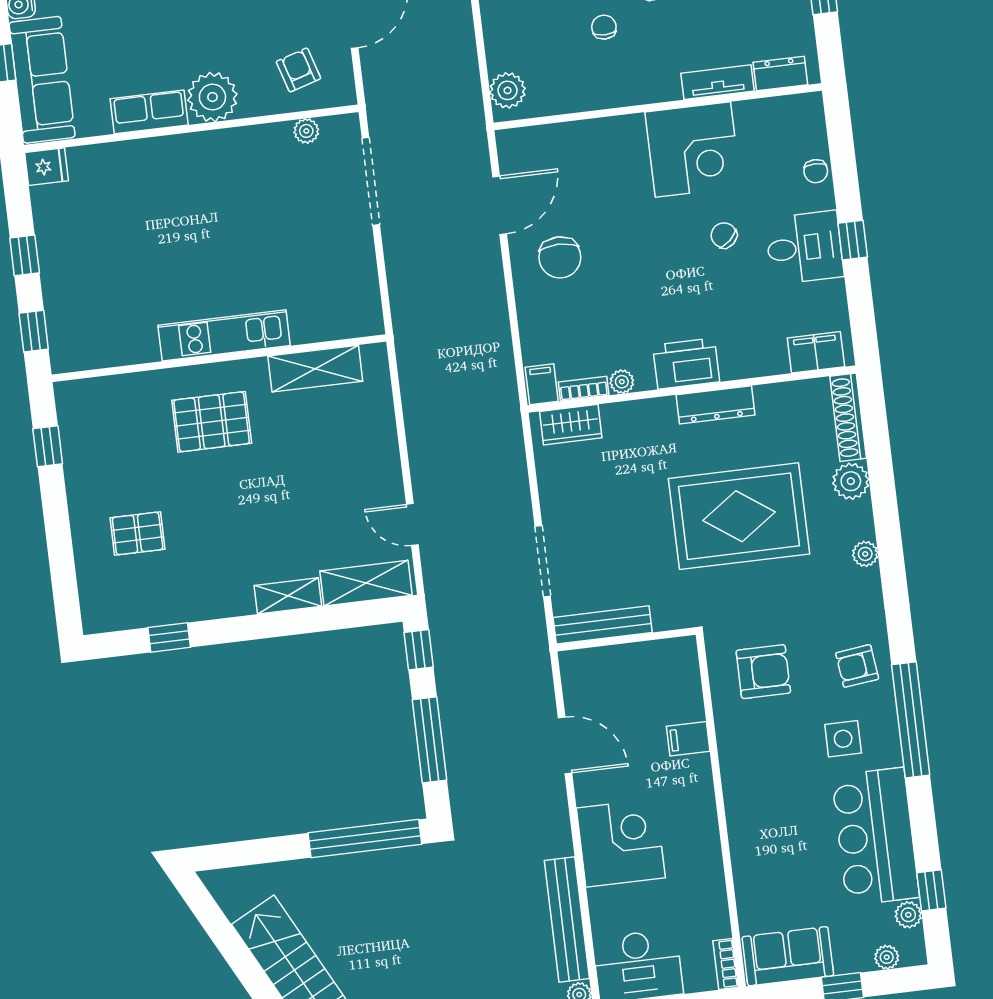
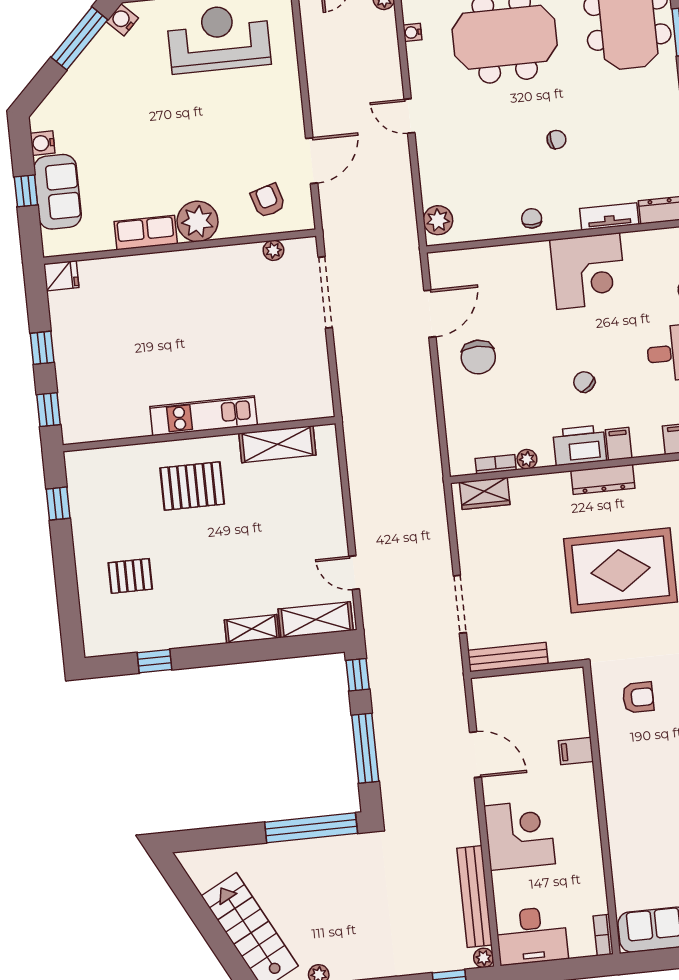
chair: (604, 27) -> (532, 218), moved
sofa: (42, 80) -> (58, 192), width x0.73
chair: (724, 235) -> (584, 382), moved
filing cabinet: (542, 384) -> (619, 444), moved
armchair: (763, 672) -> (638, 697), width x0.72, depth x0.72

